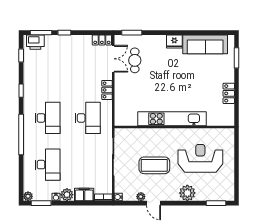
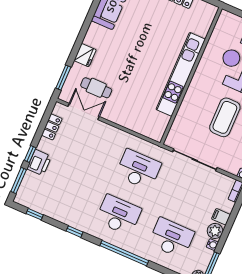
locker: (102, 40) -> (52, 127), moved
printer: (35, 42) -> (39, 163), moved
fridge: (174, 42) -> (85, 55), moved
locker: (107, 90) -> (116, 134), removed
filing cabinet: (84, 195) -> (221, 217), width x0.50

